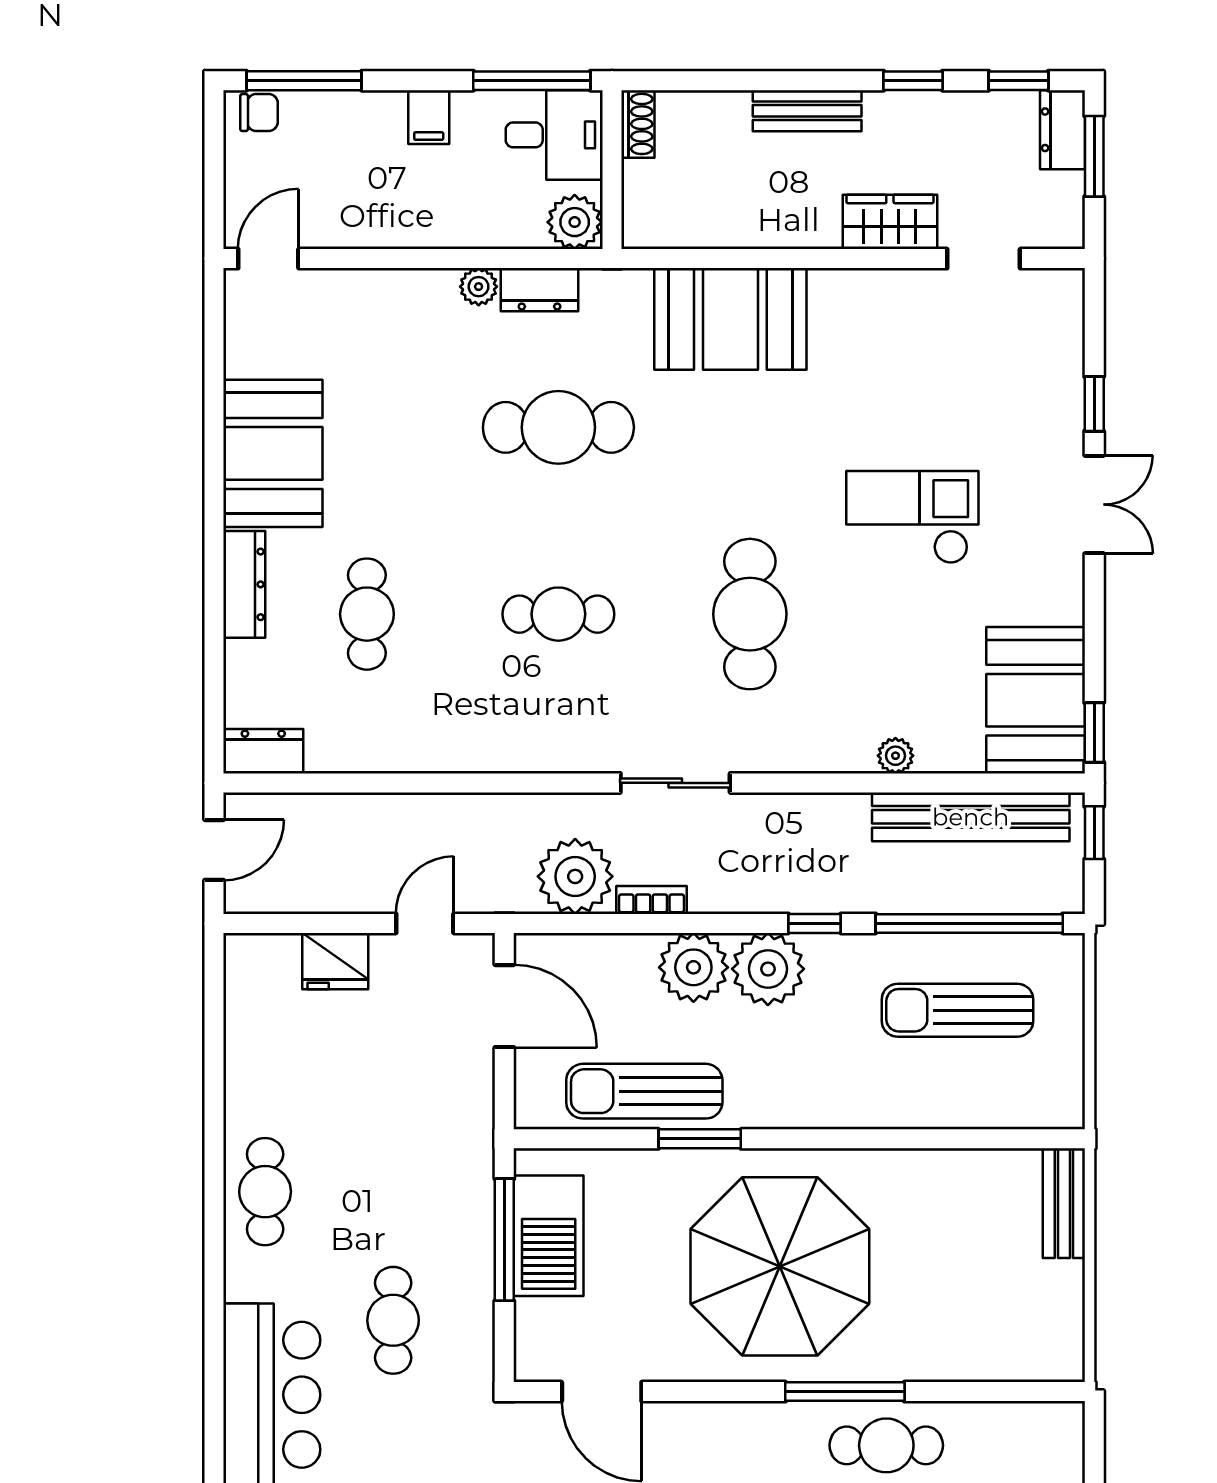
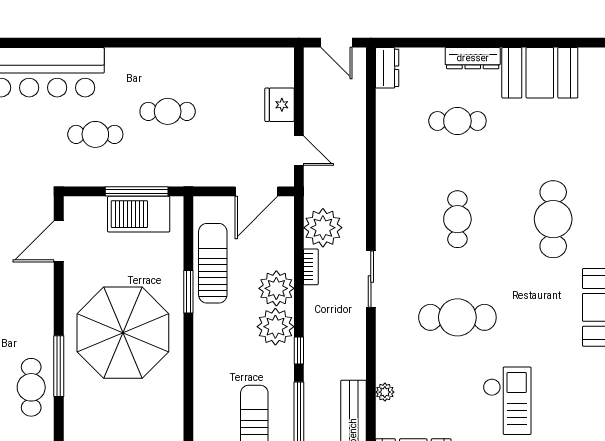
cafe table: (265, 1192) -> (168, 111), moved

